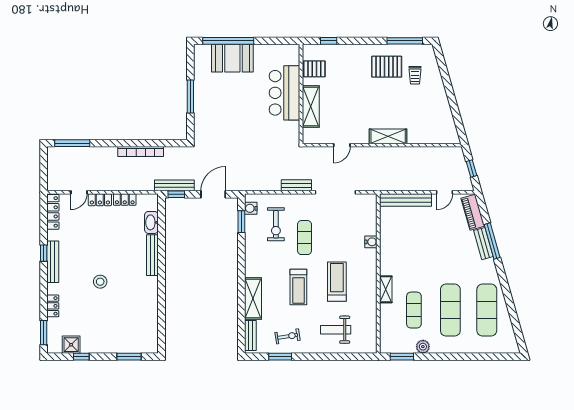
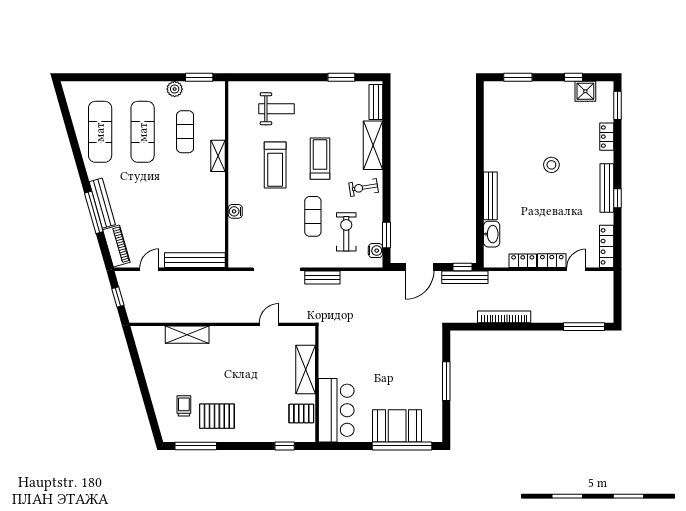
bar counter: (285, 93) -> (336, 410), moved
shelving: (388, 136) -> (187, 335), moved
bench: (483, 244) -> (102, 203), width x1.36
exercise bike: (288, 336) -> (364, 188), moved

